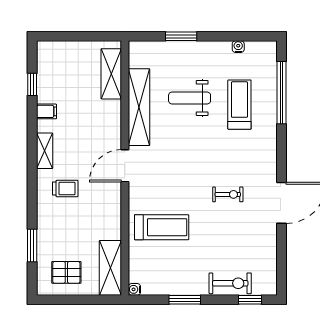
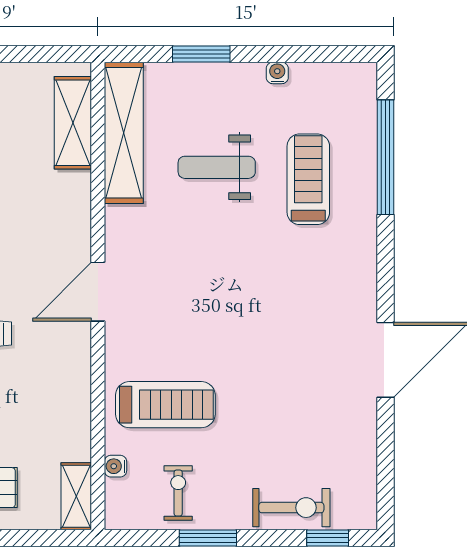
water cooler: (238, 47) -> (277, 73), moved
shelving: (139, 107) -> (124, 133), moved
exercise bike: (228, 194) -> (178, 493), moved, turned -90
shelving: (110, 268) -> (76, 496), width x0.67, depth x0.75
water cooler: (134, 289) -> (116, 466), moved

